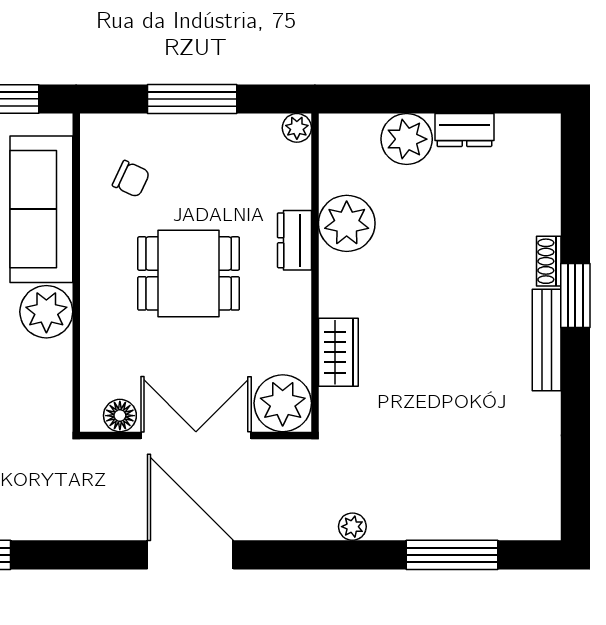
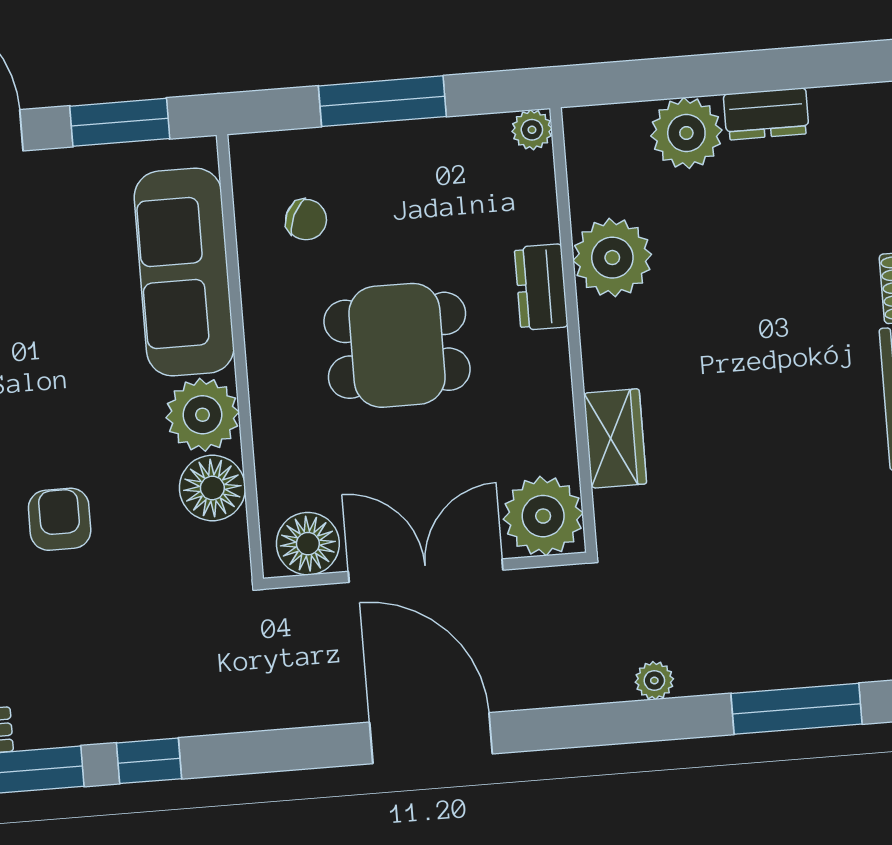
floor lamp: (49, 364) -> (212, 488), added
floor lamp: (120, 416) -> (308, 544), width x1.38, depth x1.38

